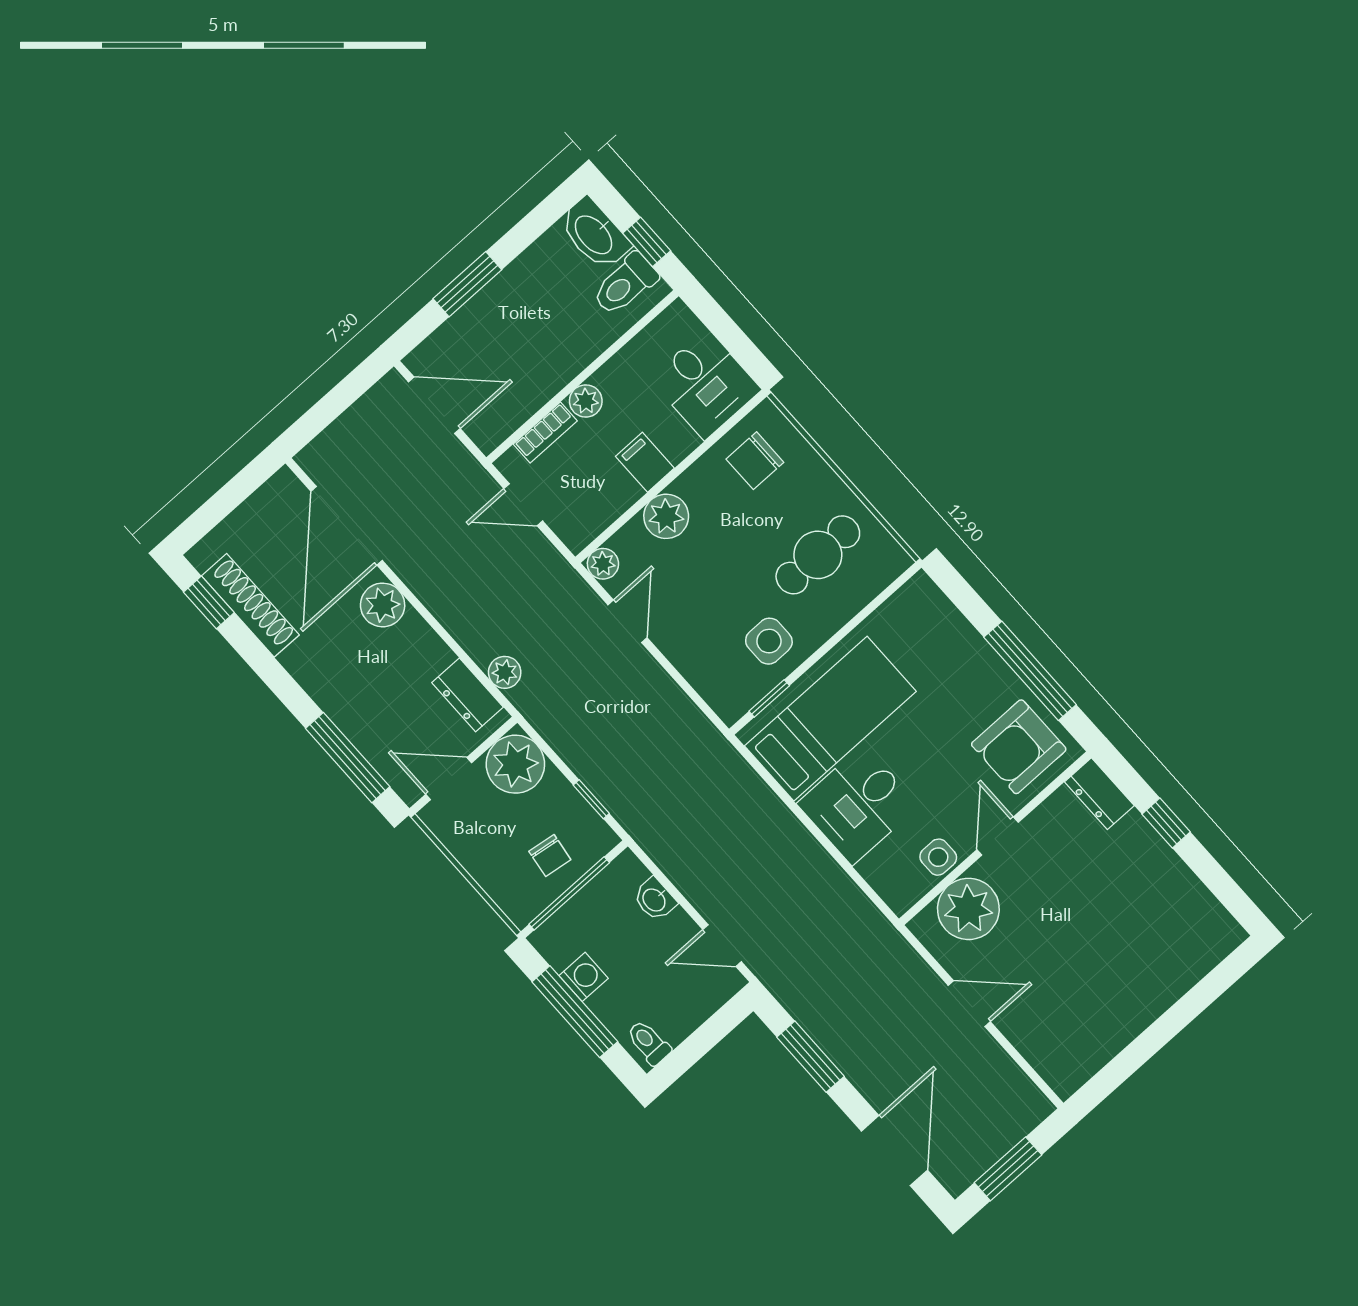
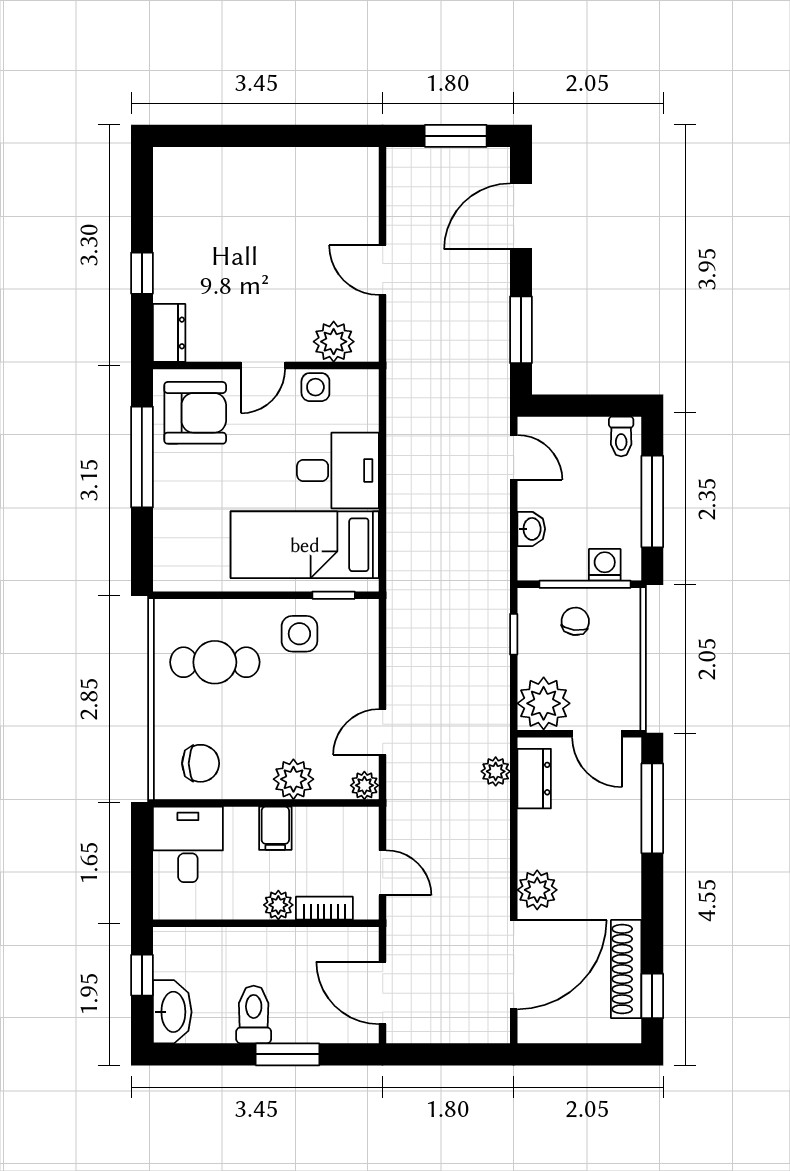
toilet: (625, 284) -> (254, 1015), moved, turned -90
plant: (968, 909) -> (334, 342), width x0.73, depth x0.73
washing machine: (584, 977) -> (605, 565), moved, turned 90

